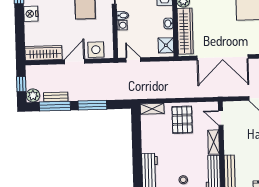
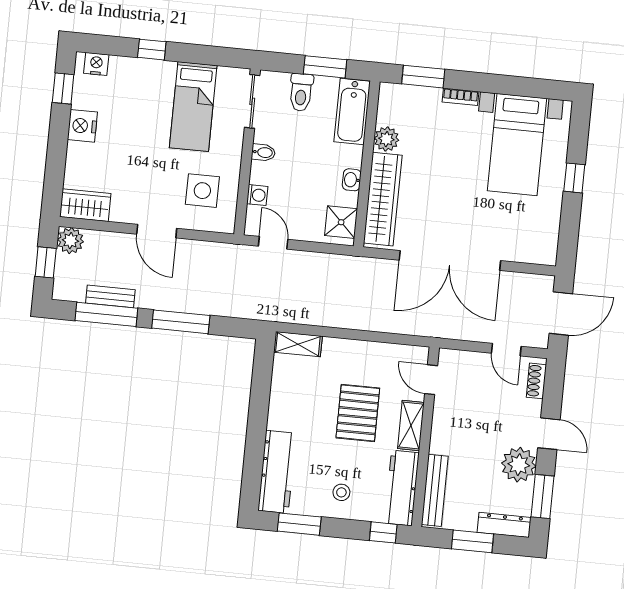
washing machine: (122, 25) -> (257, 195), moved
side table: (96, 50) -> (202, 191), moved
wardrobe: (43, 53) -> (85, 205), width x0.67
door: (75, 61) -> (157, 231), swing flipped
plant: (33, 95) -> (70, 241), moved
pallet: (182, 120) -> (358, 413), moved

